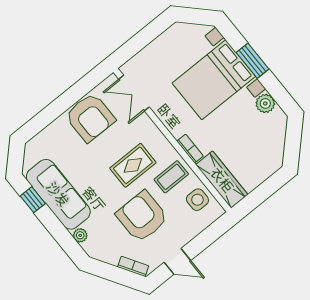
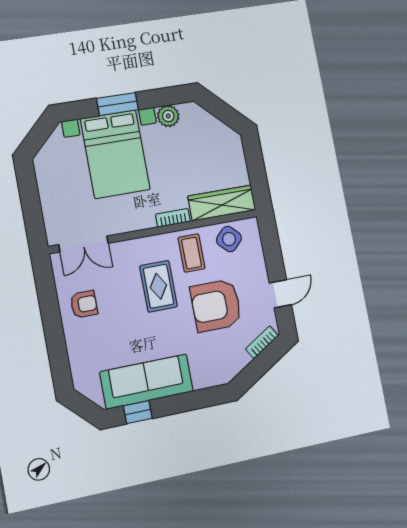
armchair: (90, 117) -> (84, 304), width x0.53, depth x0.53
side table: (197, 200) -> (229, 239), turned 45
plant: (80, 235) -> (202, 381), removed

